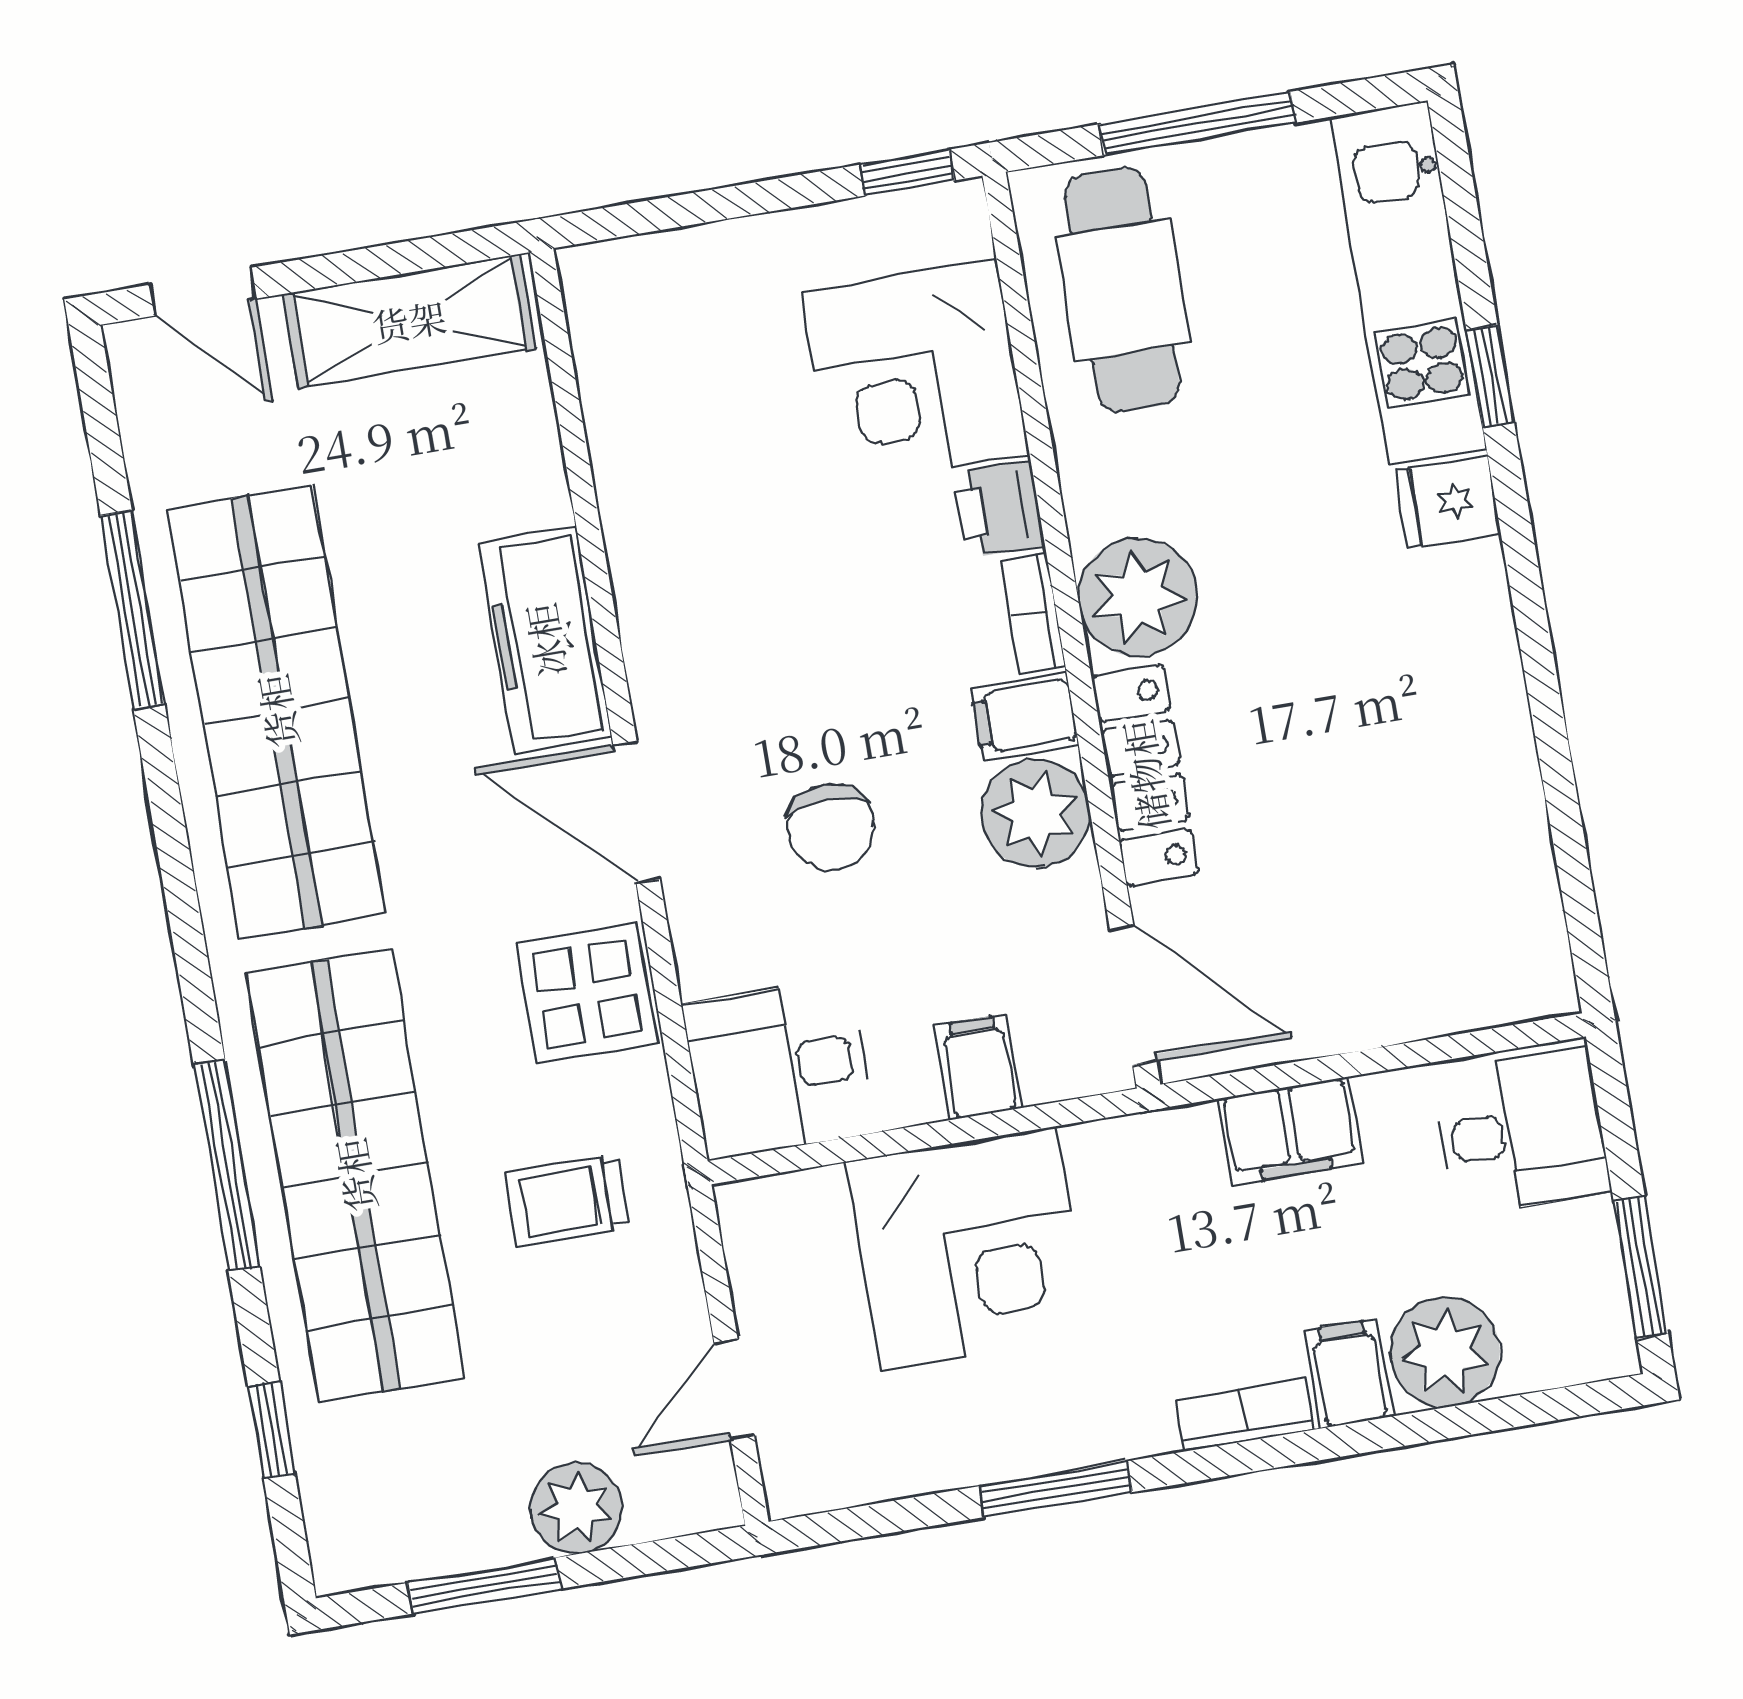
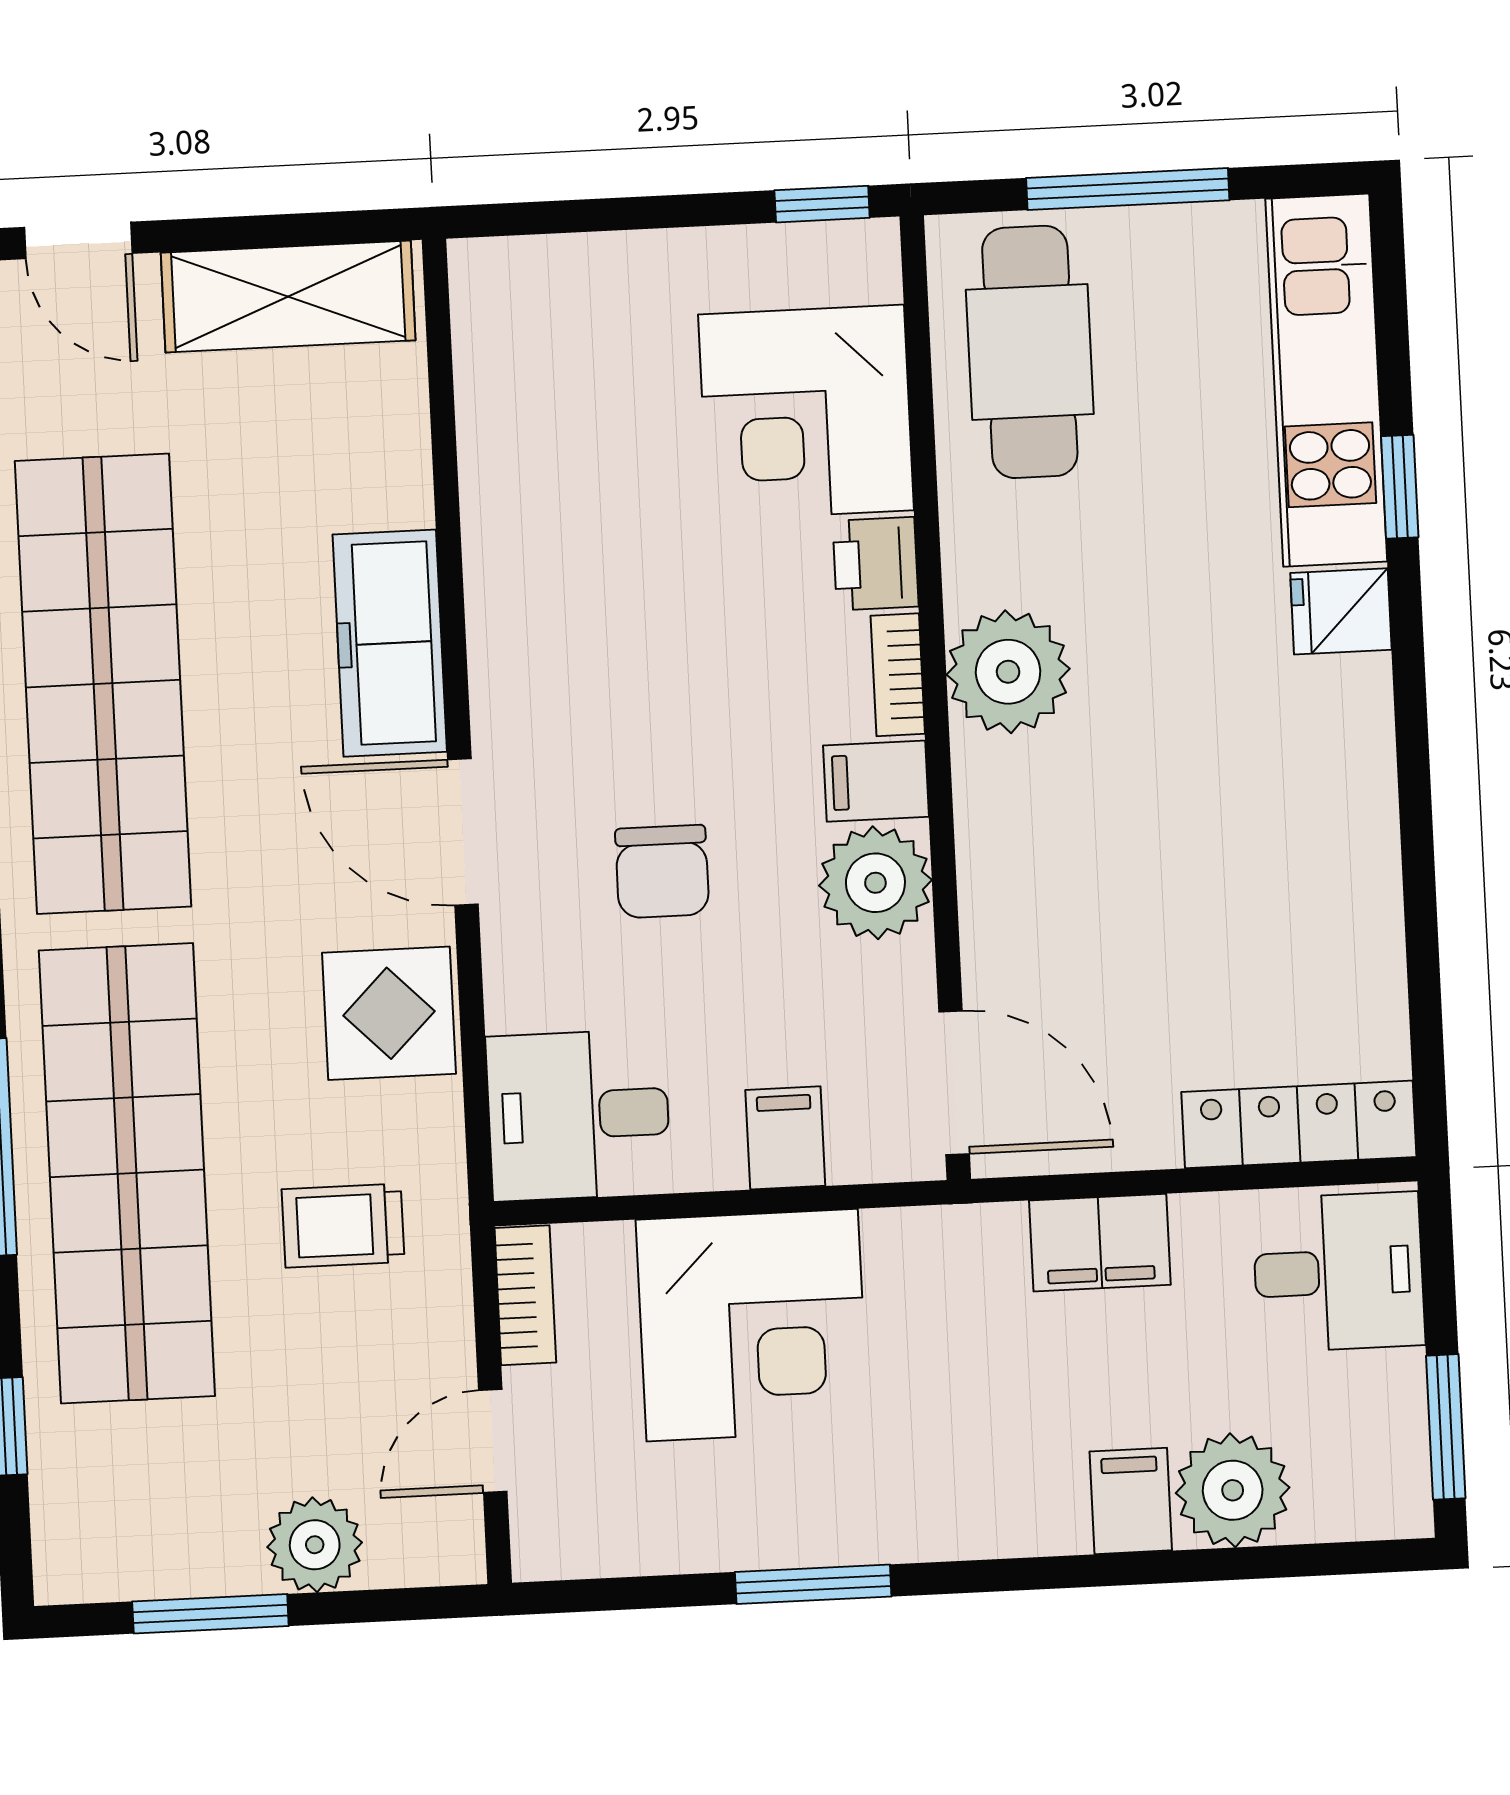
locker: (1145, 775) -> (1299, 1124), moved, turned -90
bookcase: (1245, 1415) -> (525, 1295), moved, turned 90

